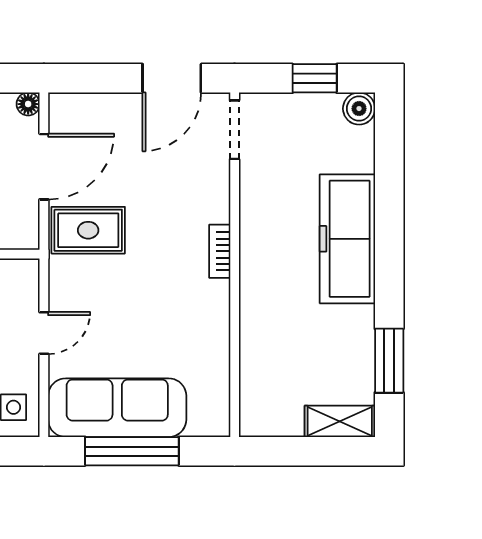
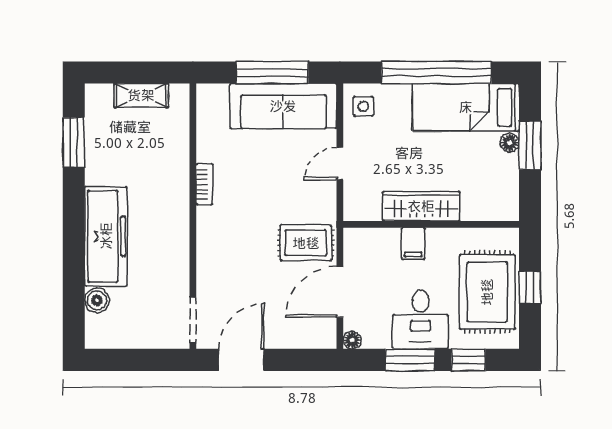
window: (315, 78) -> (131, 360), removed
boiler: (359, 109) -> (97, 300), moved
bookcase: (220, 251) -> (204, 184), moved
shelving: (340, 421) -> (141, 95), moved

